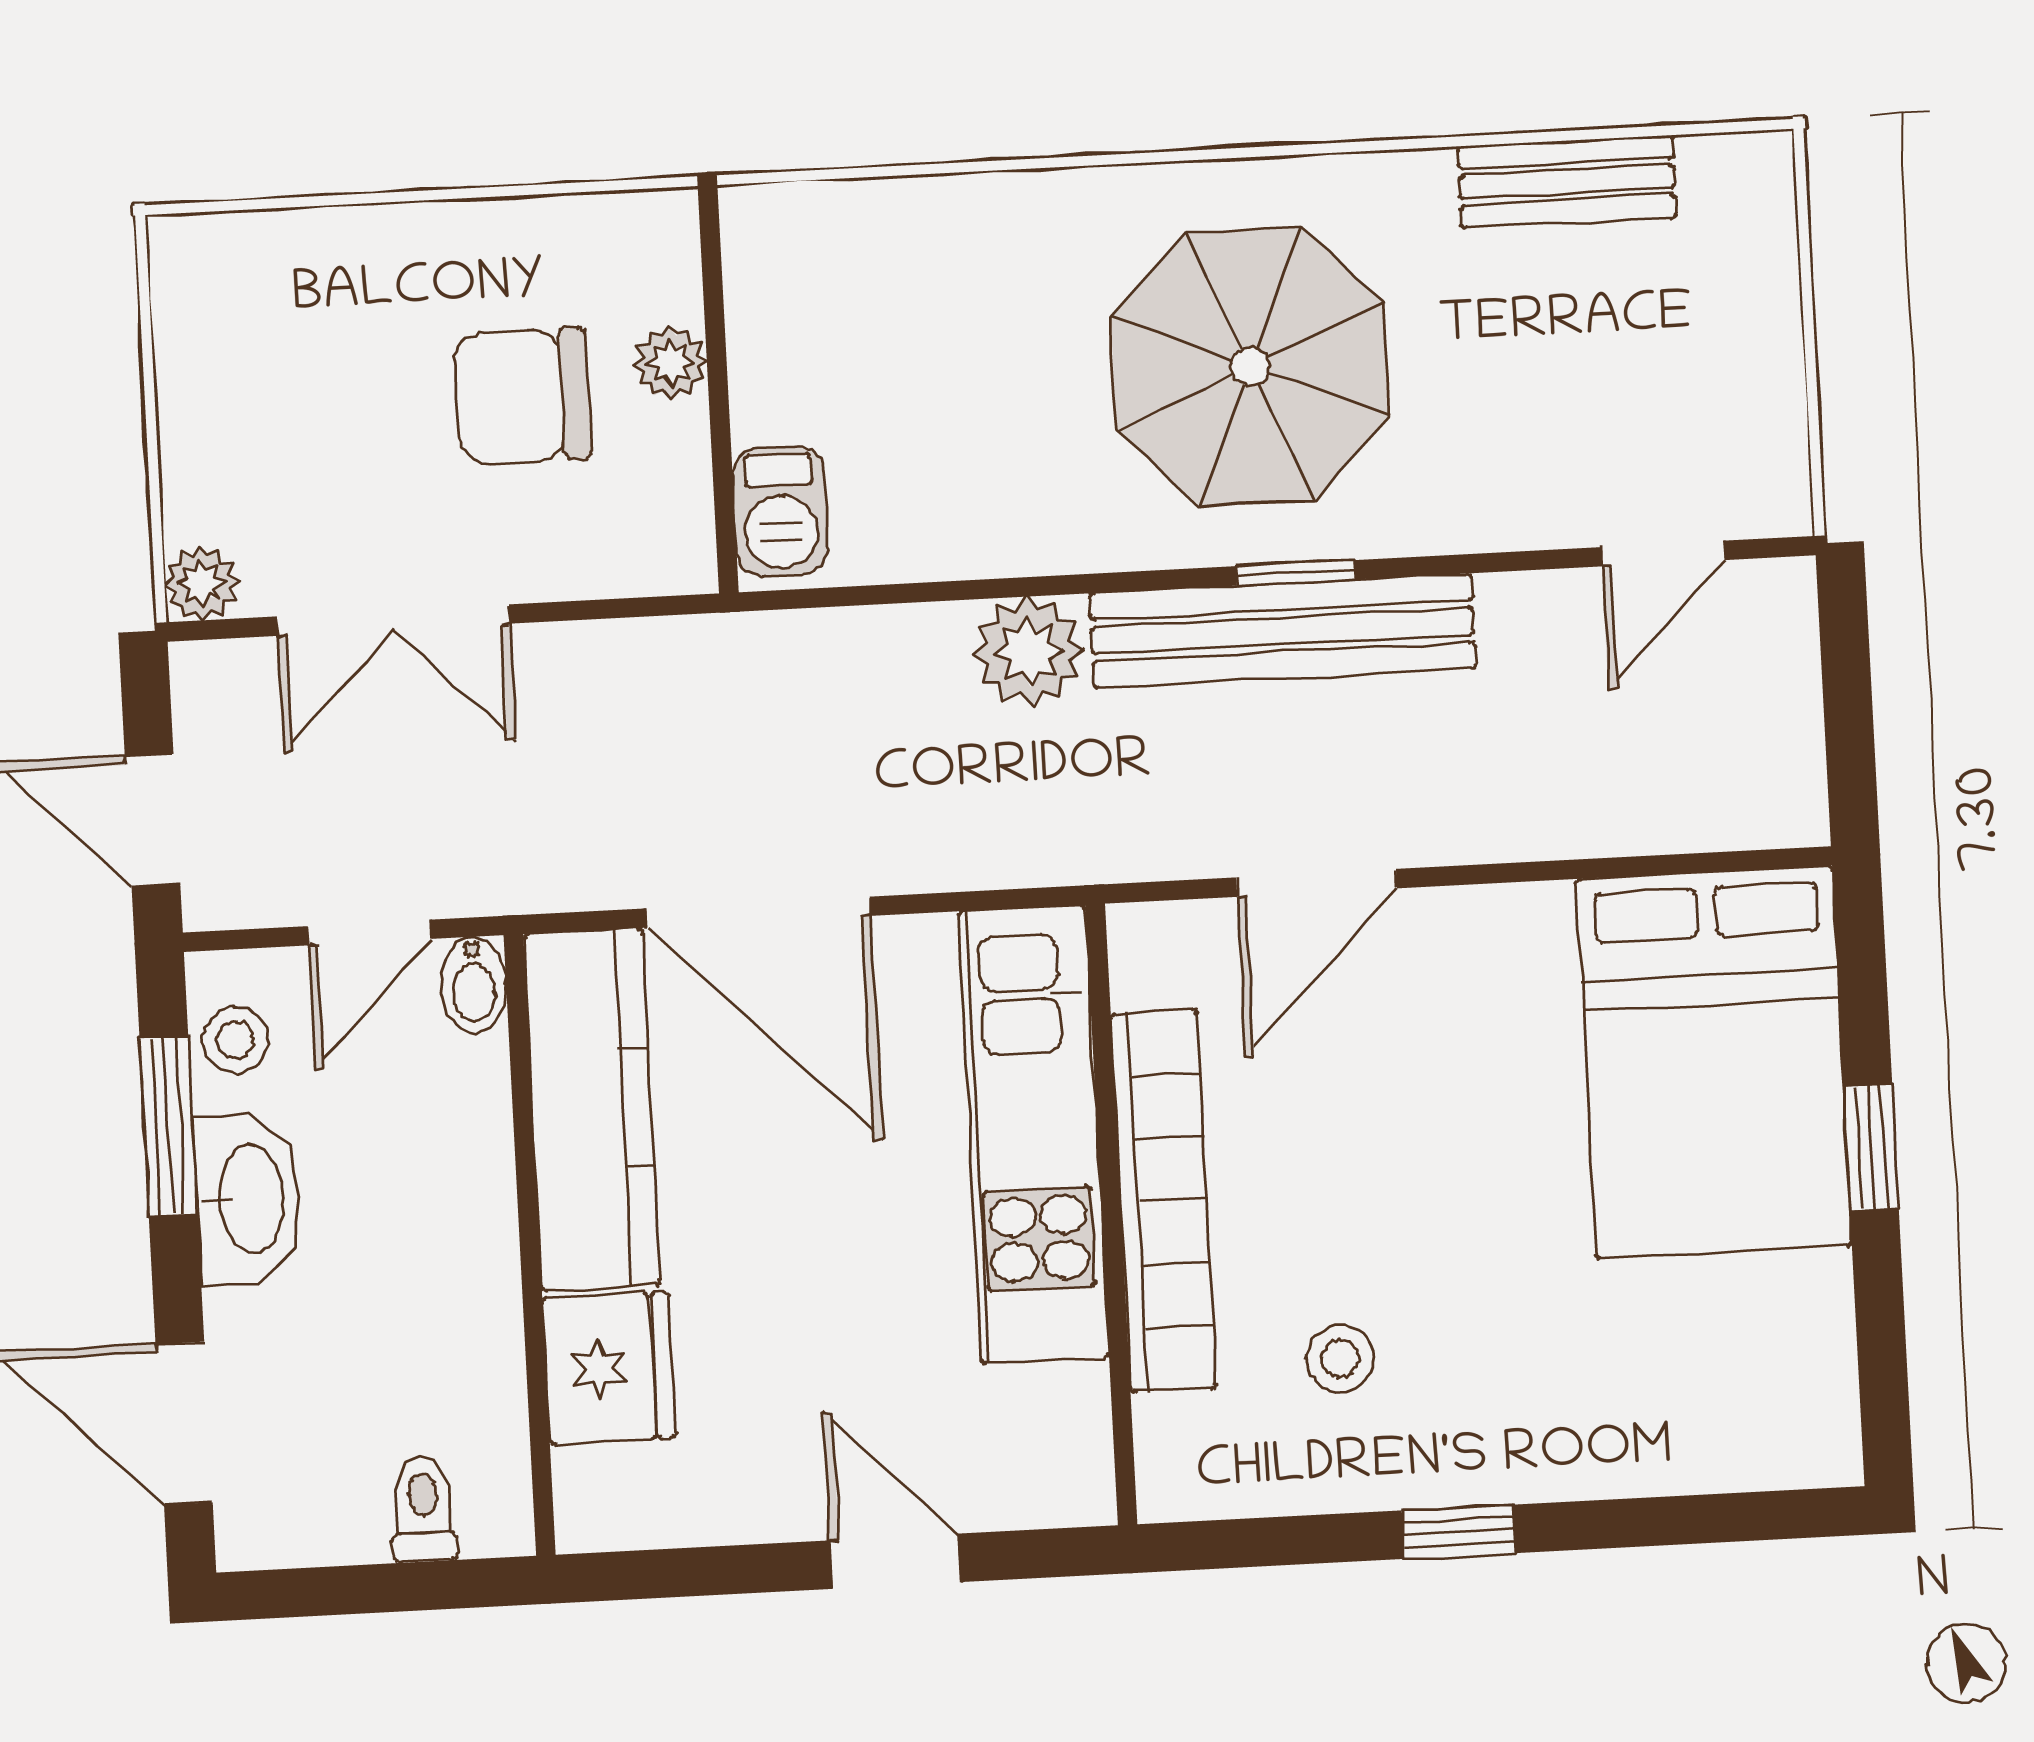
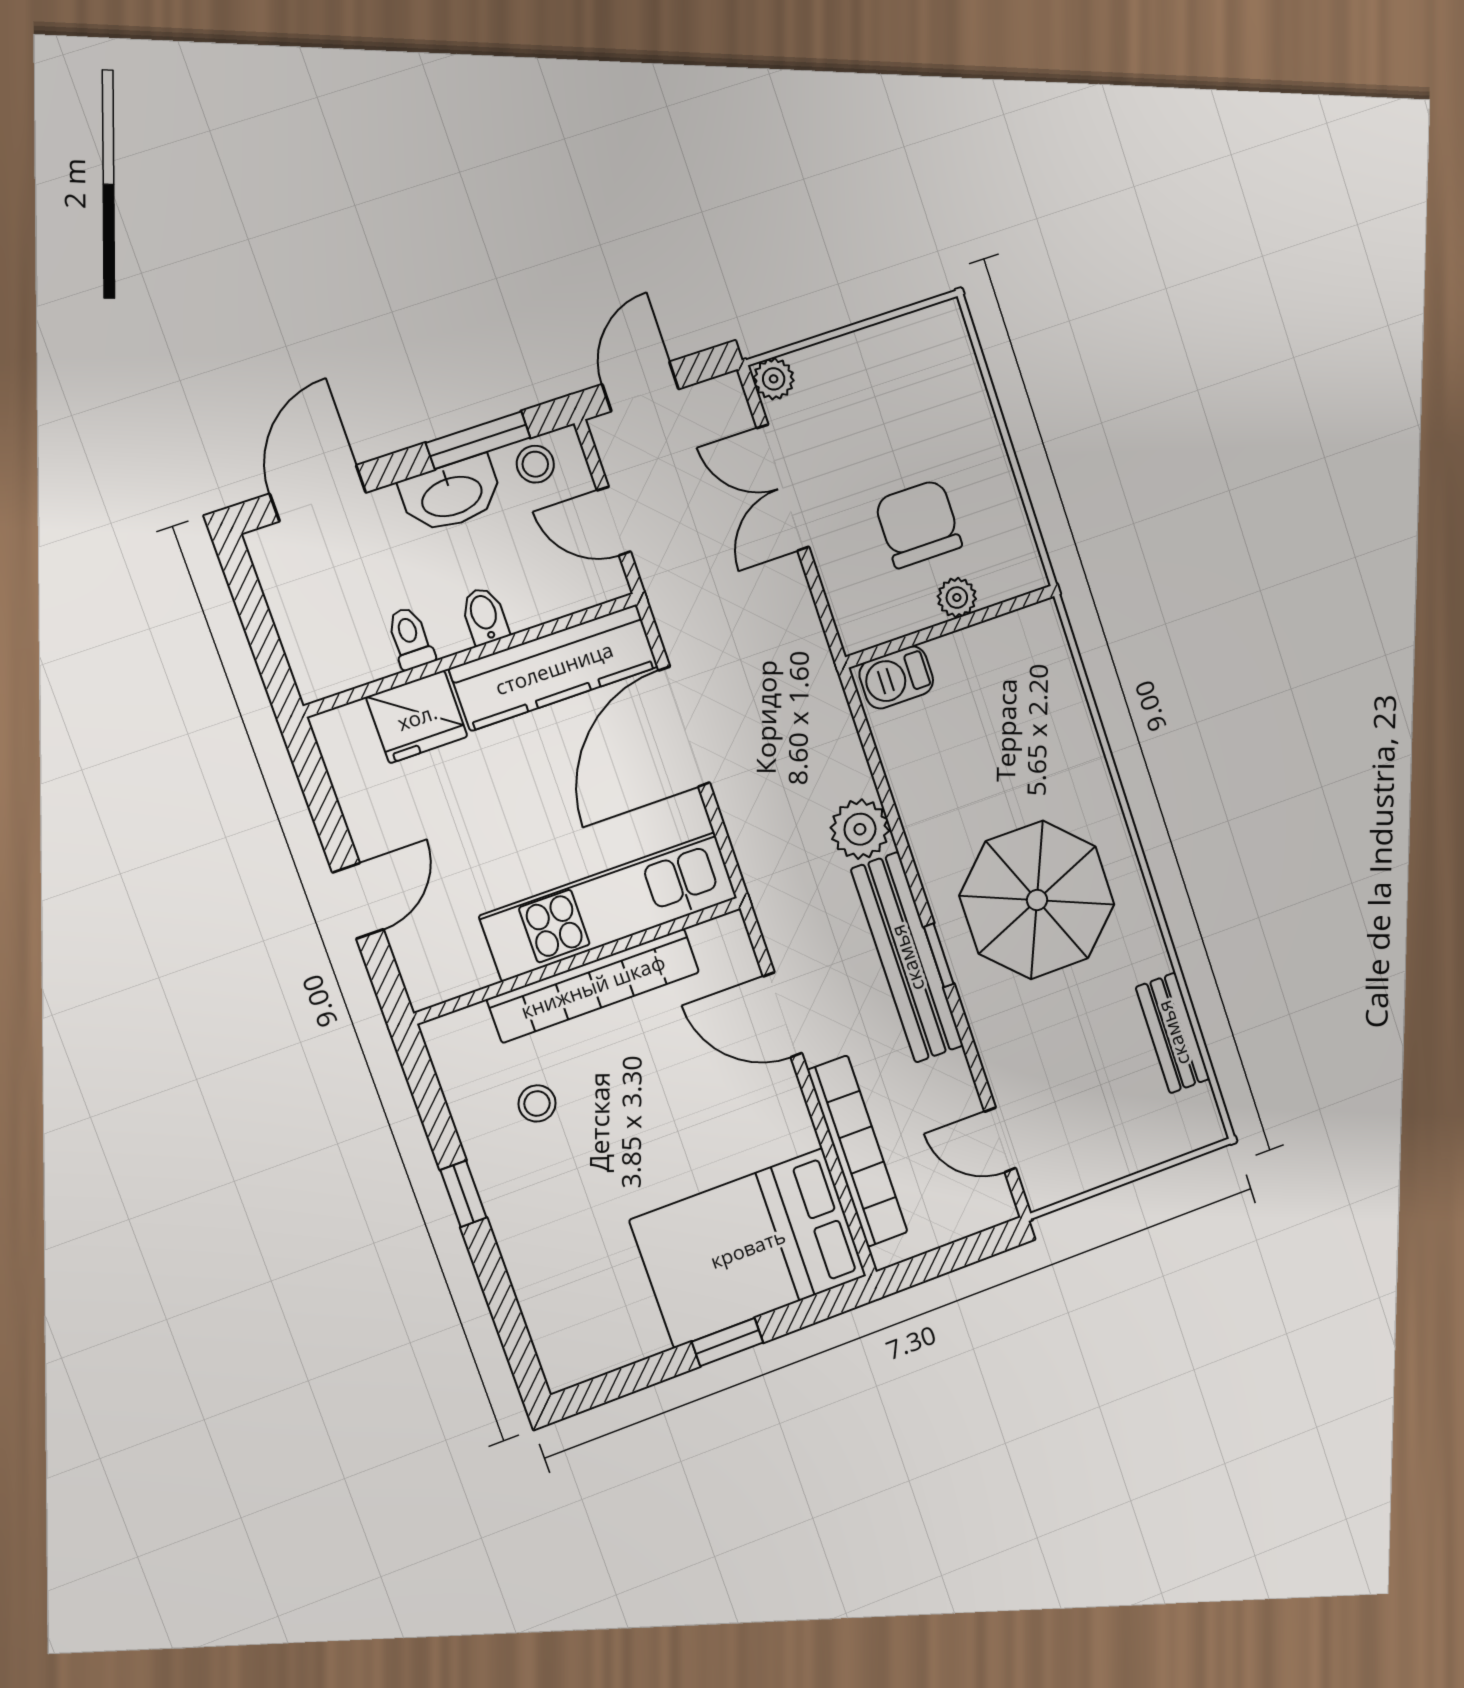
bookcase: (1602, 818) -> (857, 1151), added
bidet: (474, 985) -> (485, 616), moved, turned 90
toilet: (424, 1509) -> (410, 638), moved, turned -90

